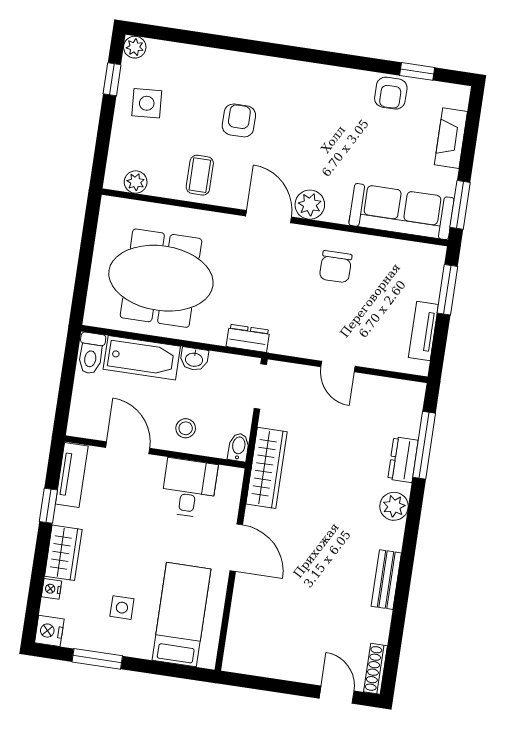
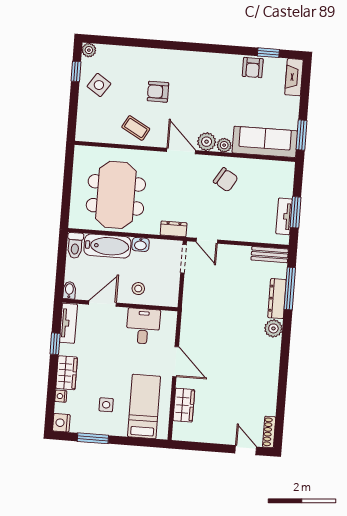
side table: (147, 103) -> (99, 85), turned 38
armchair: (239, 120) -> (158, 92), turned -90
fireplace: (451, 138) -> (294, 77), moved
coffee table: (200, 175) -> (136, 128), turned -61
plant: (136, 182) -> (224, 145), moved
chair: (336, 267) -> (226, 180), turned -59
meeting table: (161, 278) -> (116, 195), turned 90
window: (447, 290) -> (296, 212), moved
door: (338, 366) -> (207, 241), moved
bidet: (239, 447) -> (69, 290), moved
door: (128, 448) -> (103, 304), hinge flipped
dresser: (403, 460) -> (277, 299), width x1.44
wardrobe: (267, 468) -> (184, 405), moved, width x0.67
bench: (386, 580) -> (270, 255), moved, turned 90

